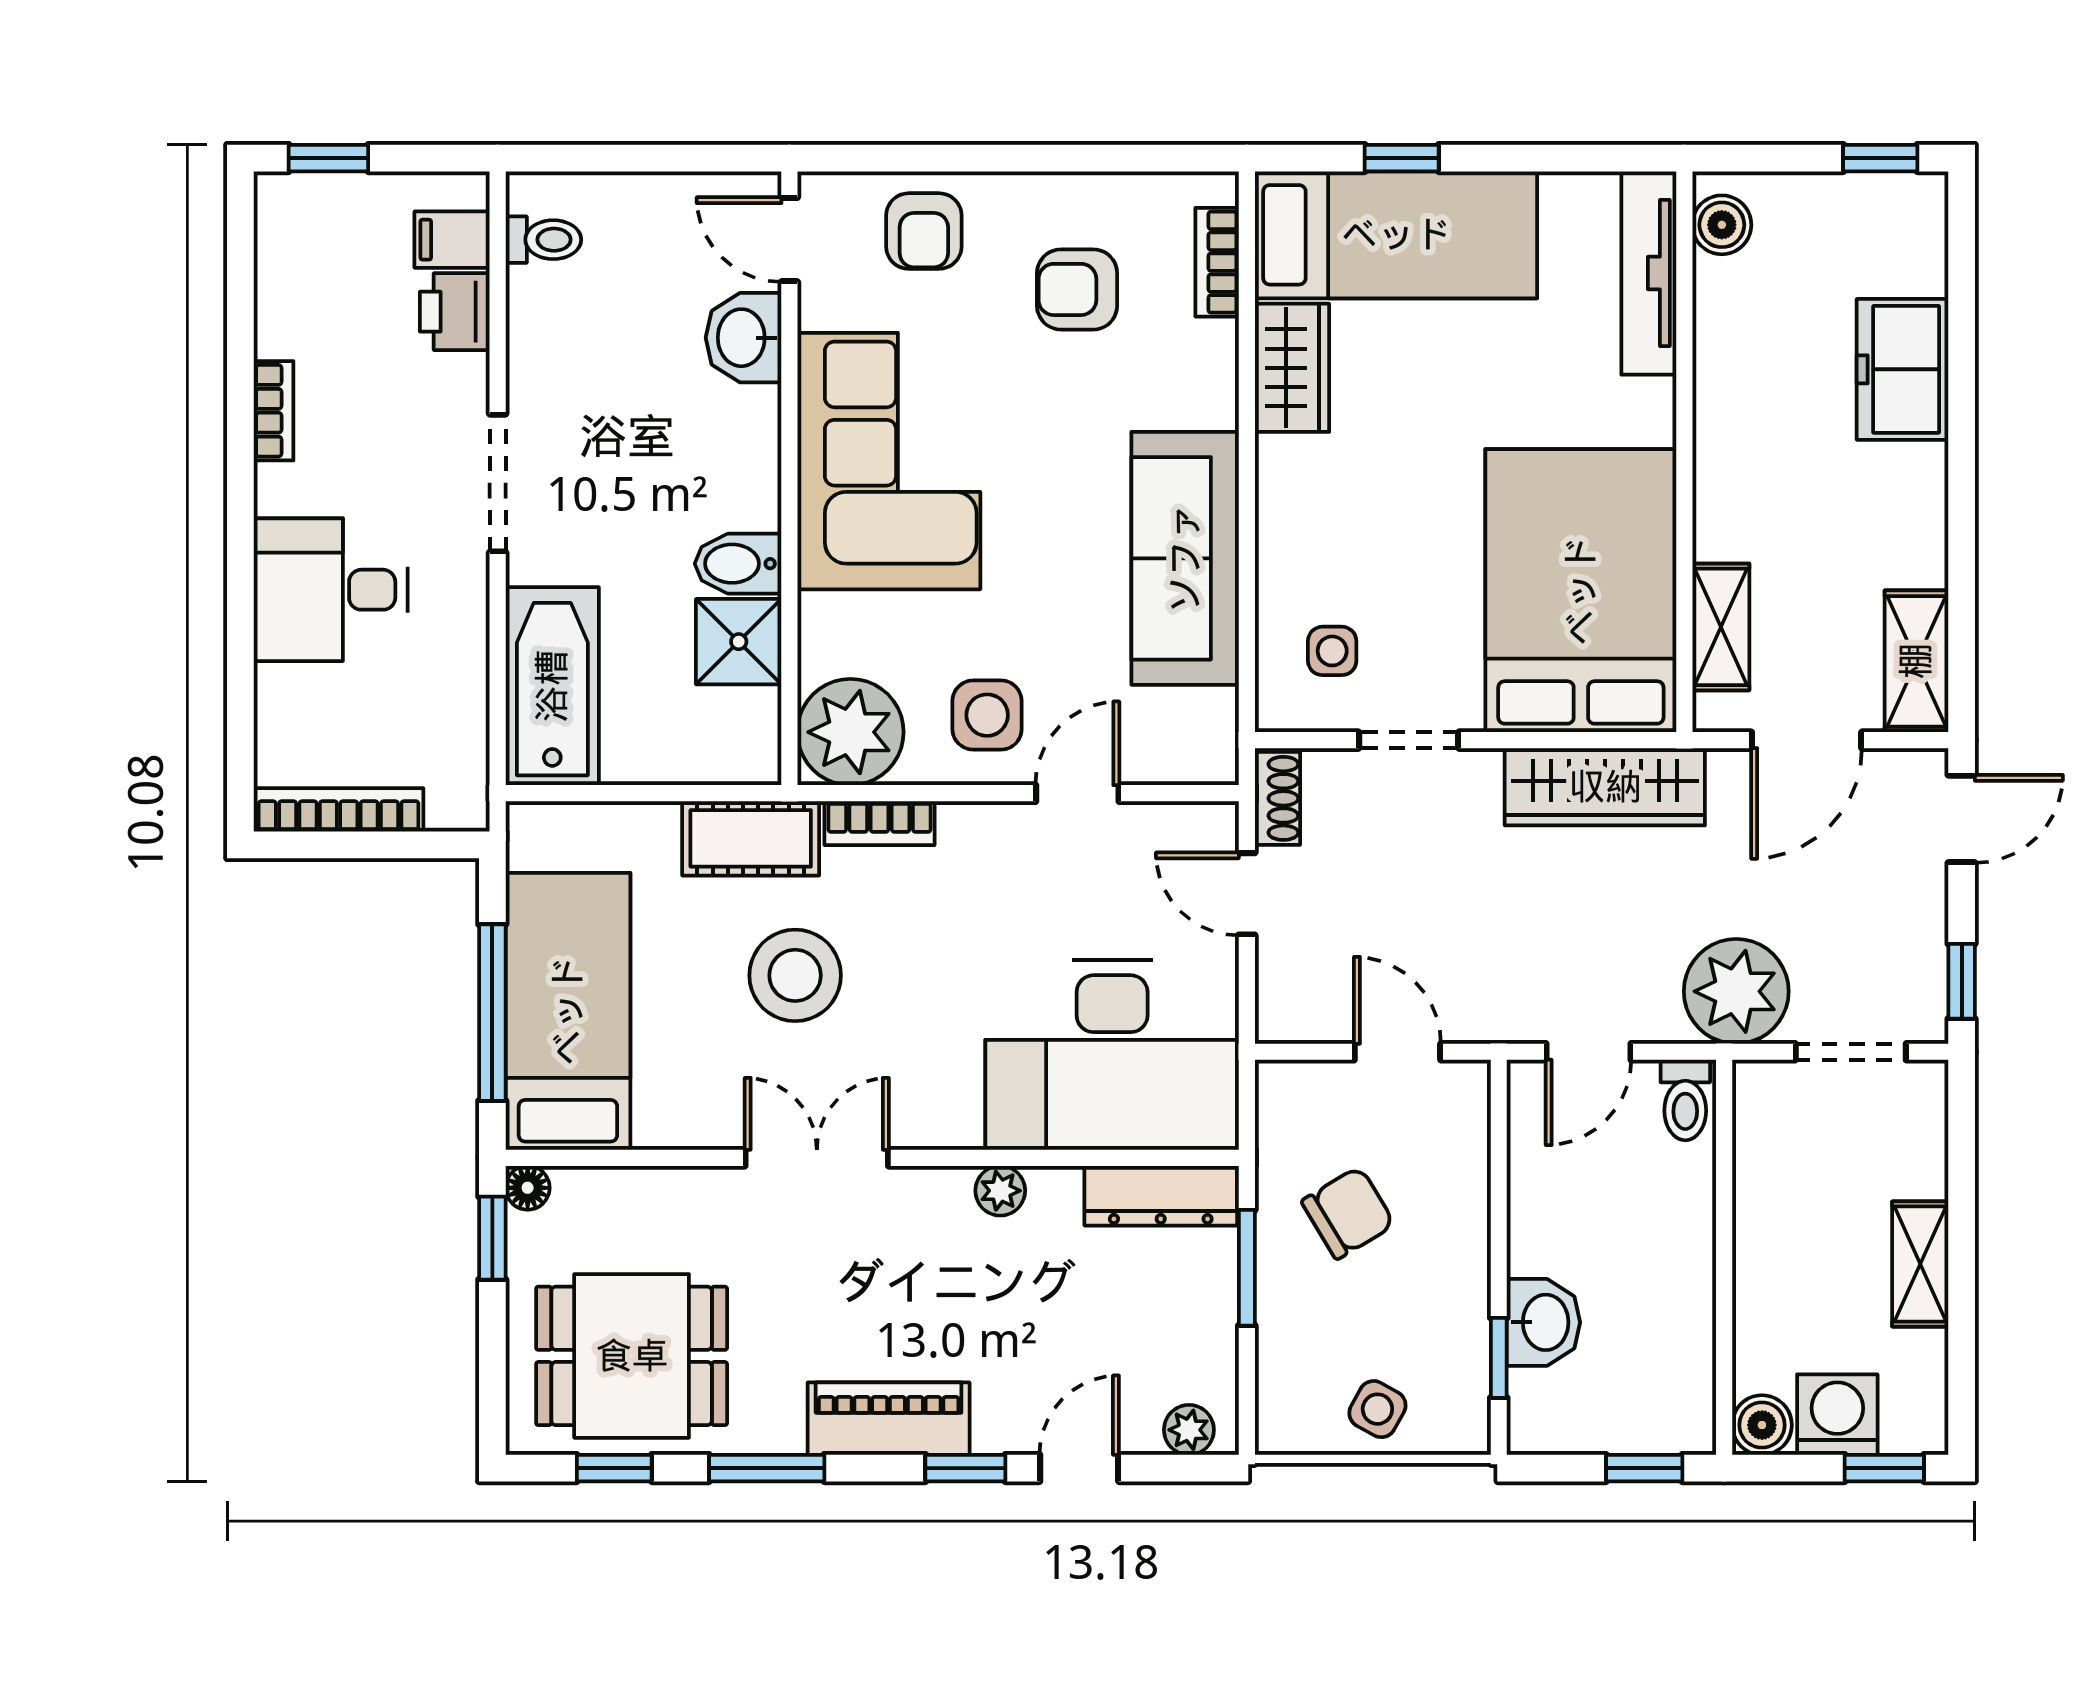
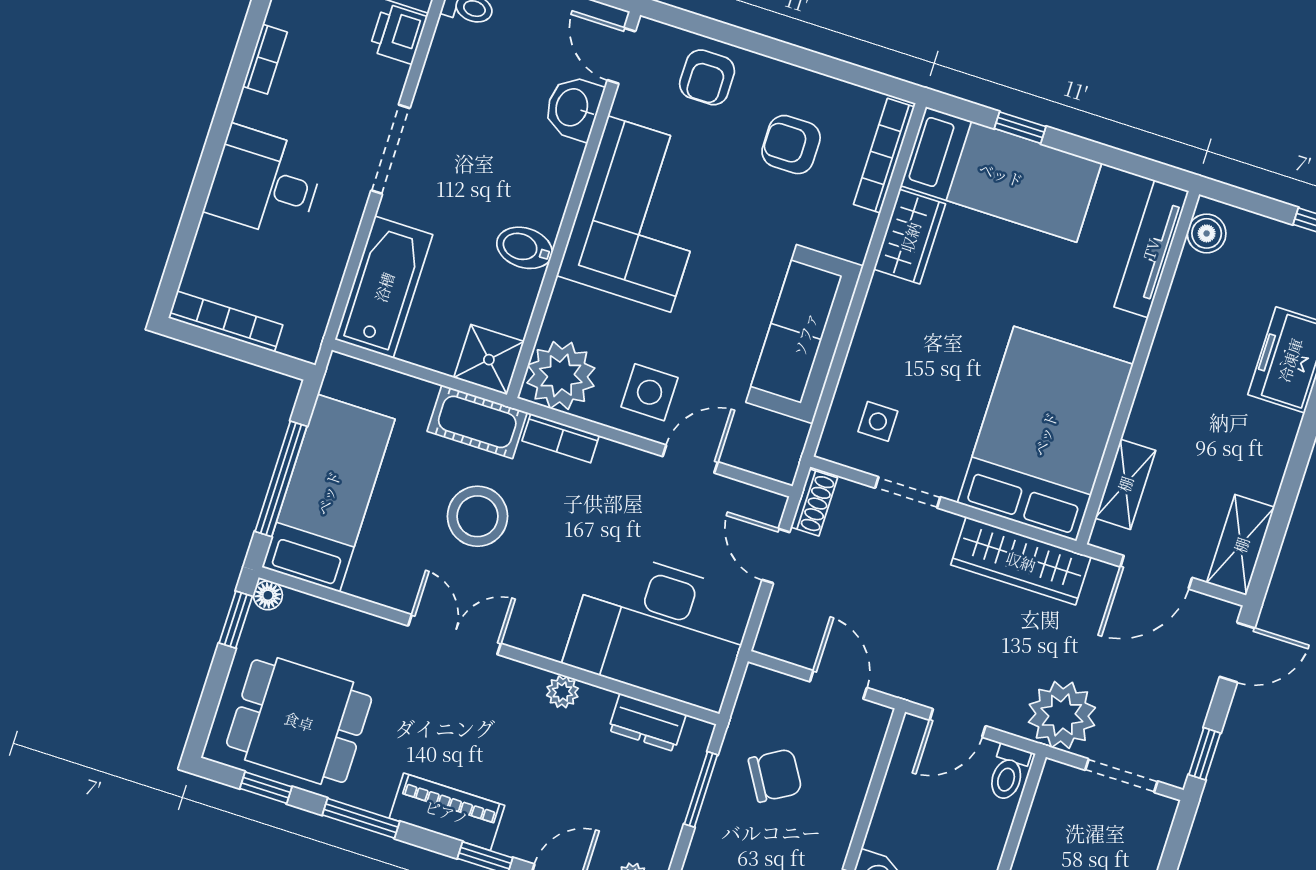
bookcase: (1217, 262) -> (884, 156), width x1.56
shower: (739, 642) -> (489, 360), moved
dresser: (1161, 1196) -> (647, 722), width x0.70

